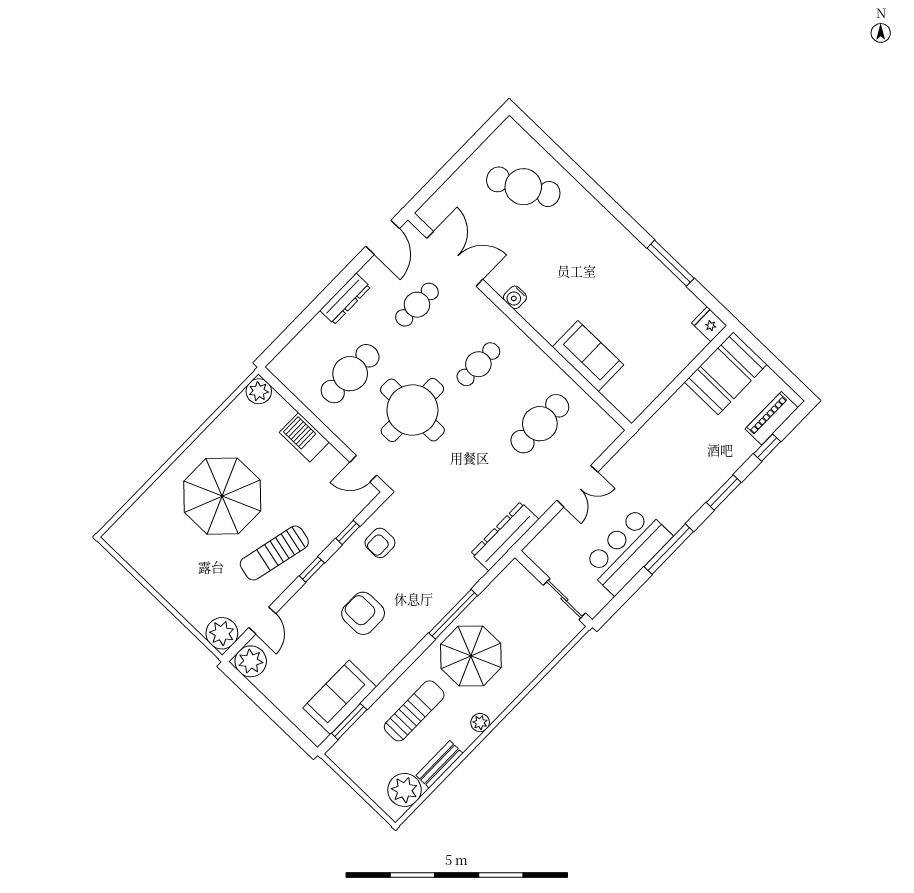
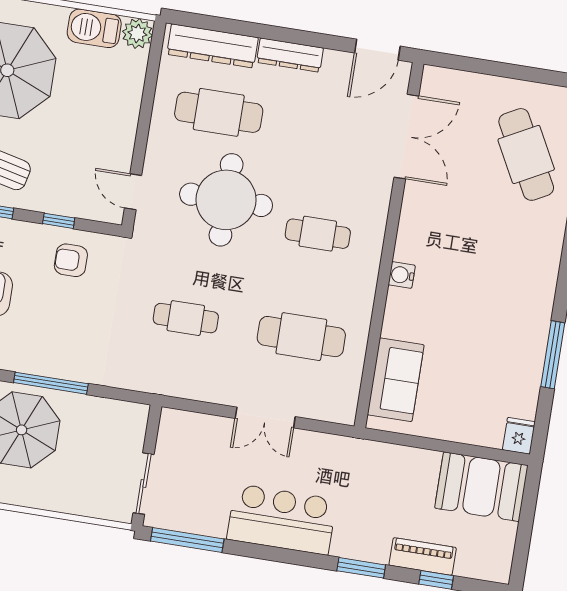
water cooler: (515, 297) -> (402, 275), moved
cafe table: (417, 305) -> (186, 318), moved
sofa: (588, 356) -> (396, 380), moved
piano: (772, 418) -> (423, 556), moved
barbecue: (304, 437) -> (94, 28), moved, turned -90
dresser: (505, 536) -> (213, 46), moved, turned 180
window: (669, 549) -> (187, 540), moved
bar counter: (627, 550) -> (282, 519), moved

